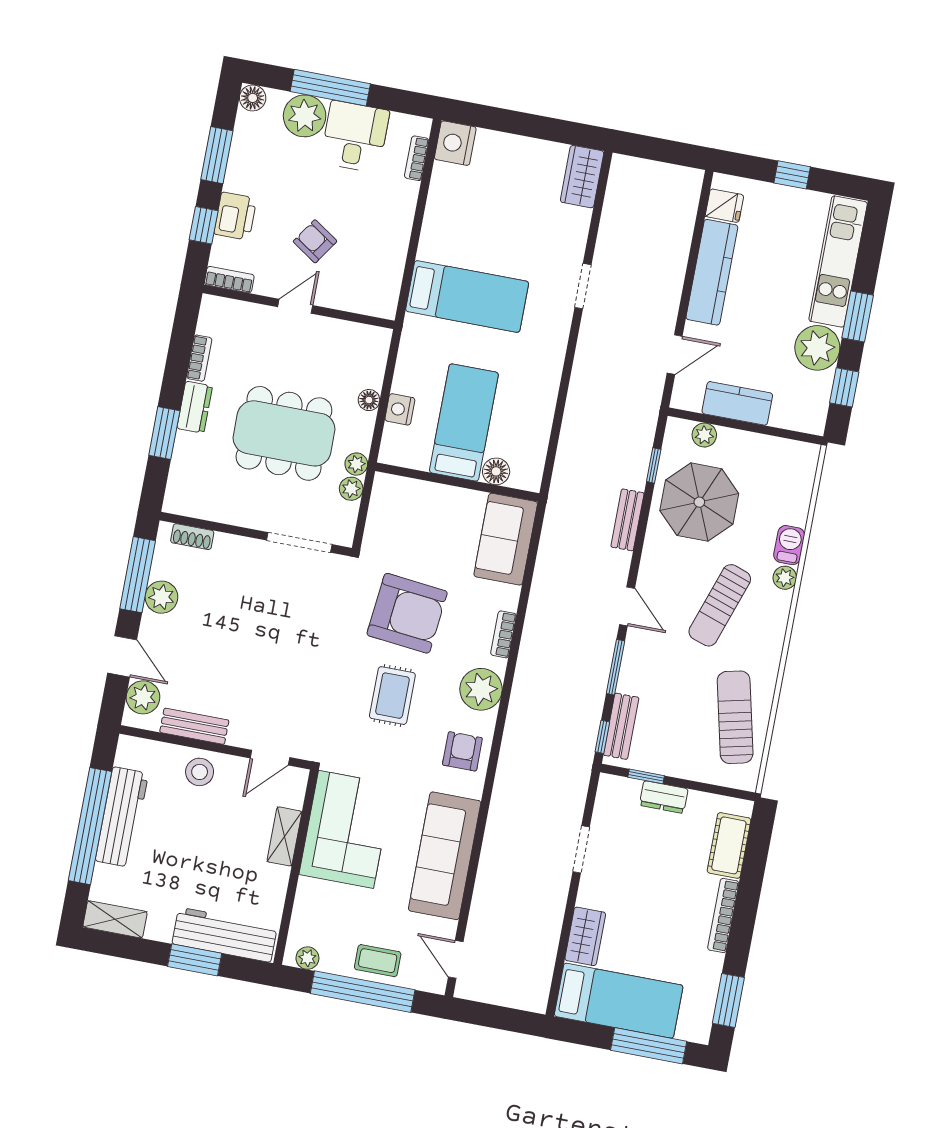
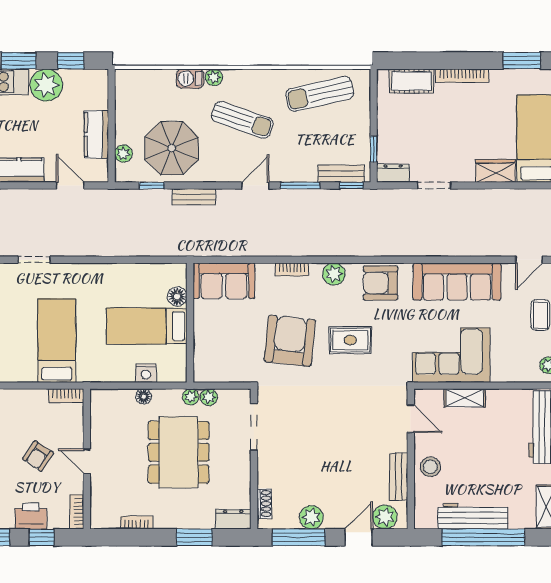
bookcase: (390, 295) -> (66, 396), added
dresser: (195, 407) -> (233, 519), moved
plant: (481, 689) -> (334, 274), width x0.73, depth x0.73
armchair: (462, 751) -> (380, 283), width x1.38, depth x1.38
dresser: (664, 797) -> (393, 173), moved, turned -90

